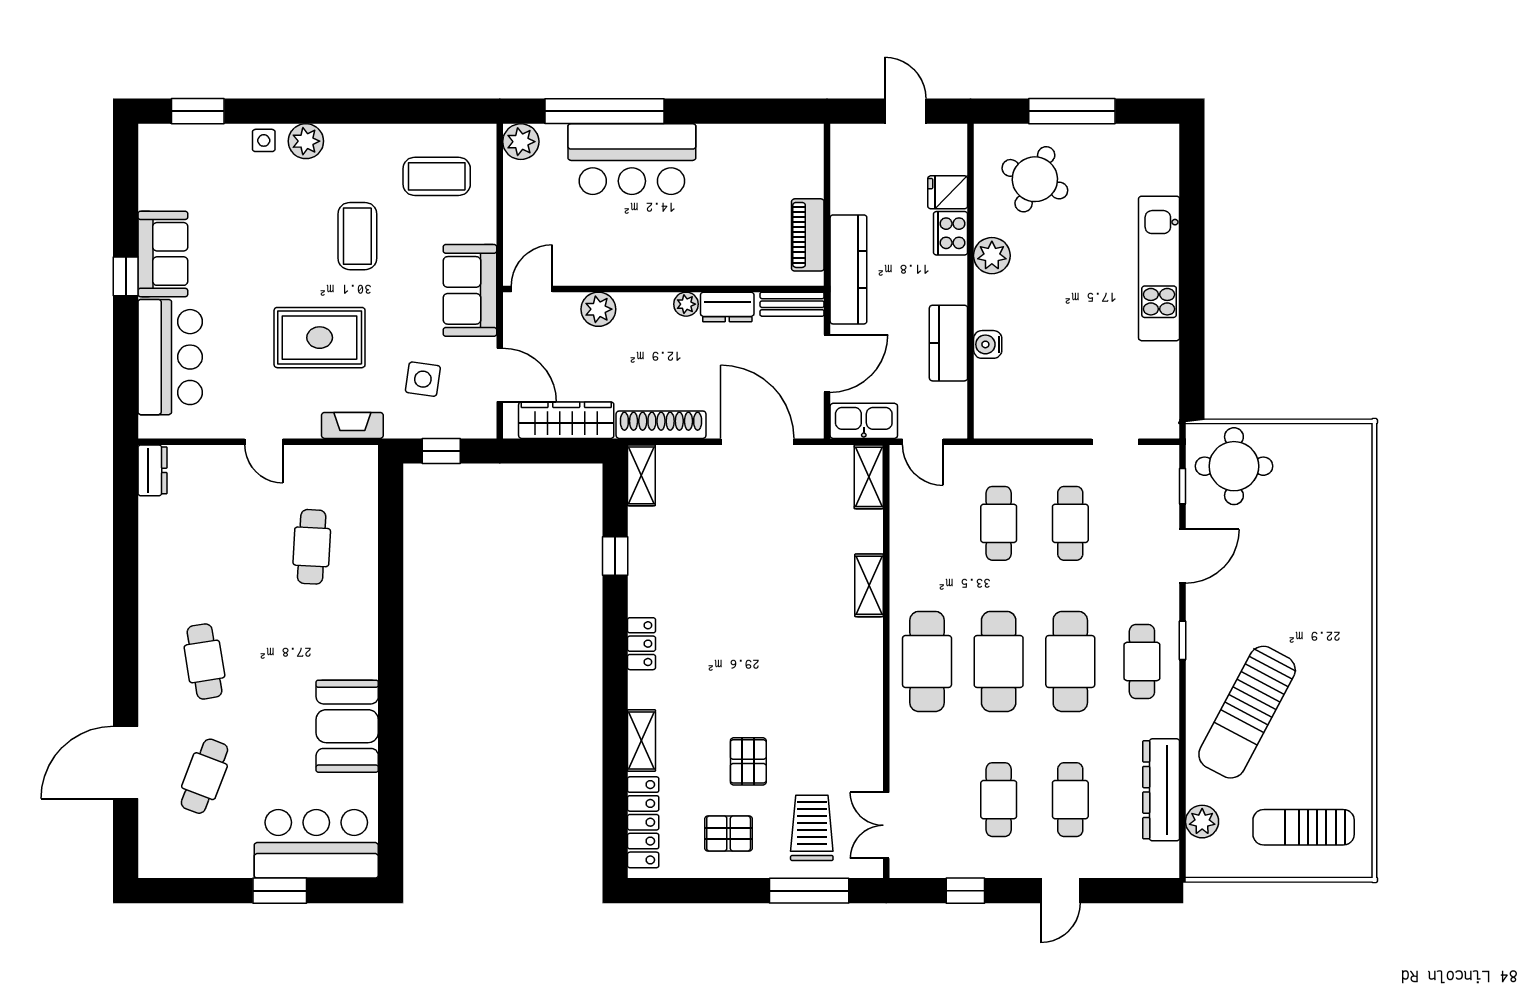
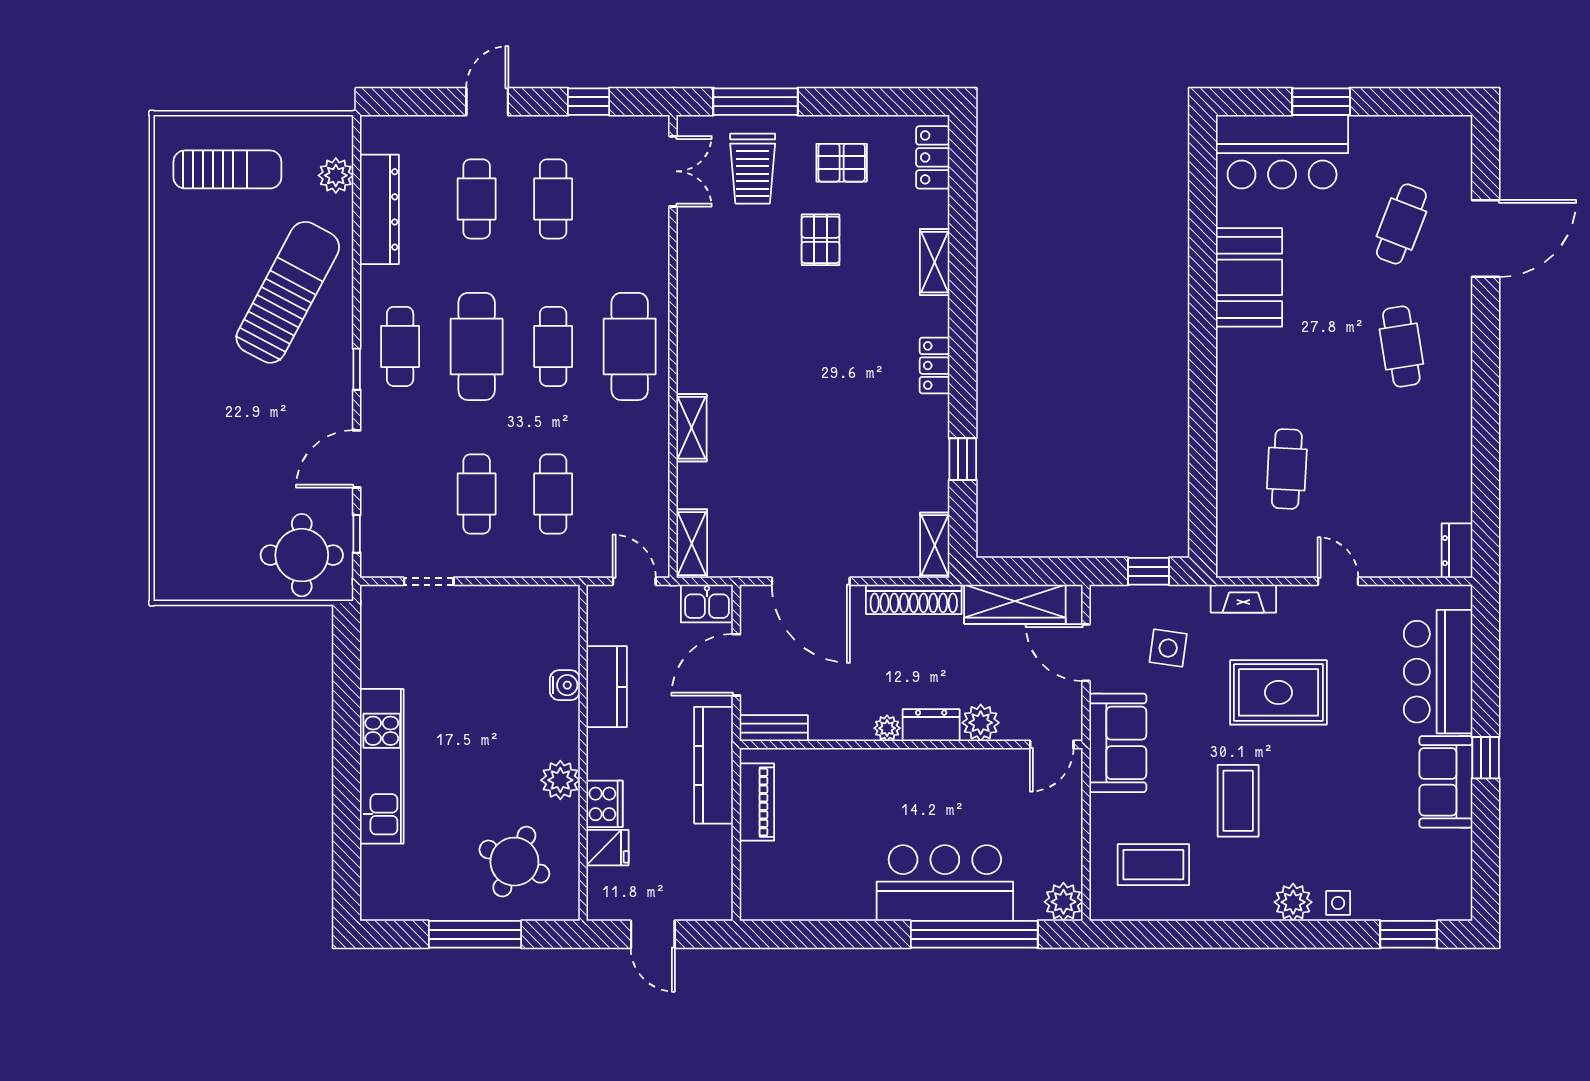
dresser: (727, 307) -> (931, 725), moved
kitchen sink: (864, 421) -> (707, 603), width x0.73
cafe table: (999, 661) -> (553, 346), width x0.73, depth x0.74
locker: (643, 822) -> (933, 157), width x0.66

